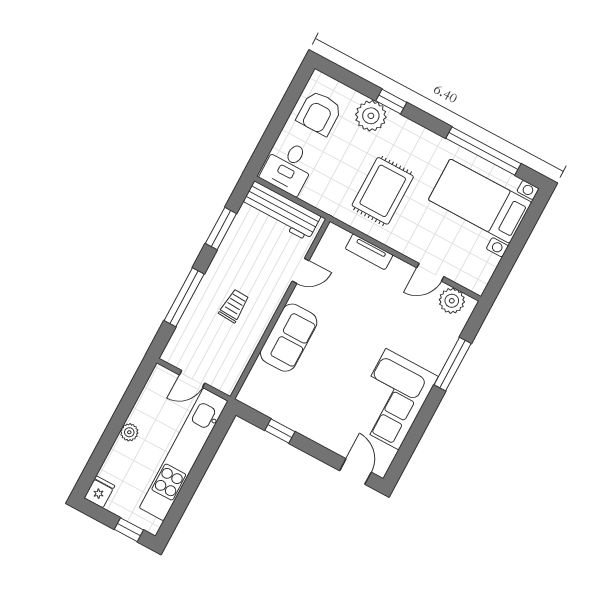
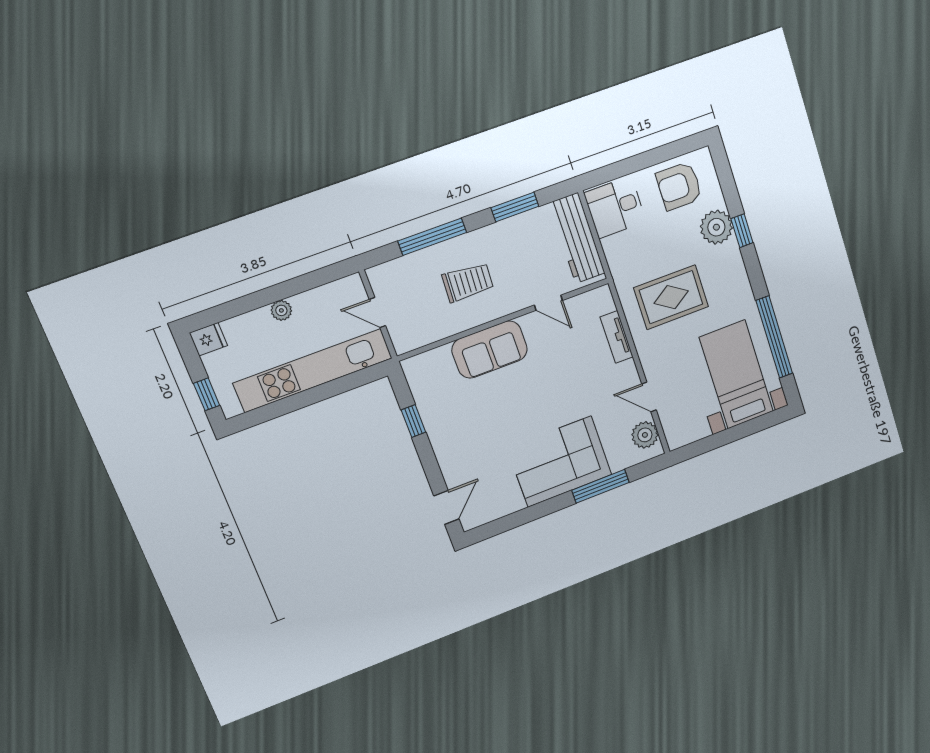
trolley: (234, 306) -> (468, 282), width x1.36, depth x1.39
corner sofa: (392, 399) -> (560, 462), moved

